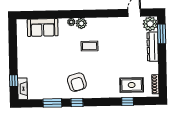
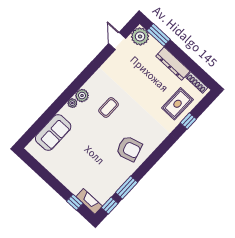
dresser: (153, 47) -> (173, 64), moved
window: (77, 102) -> (110, 206), moved

